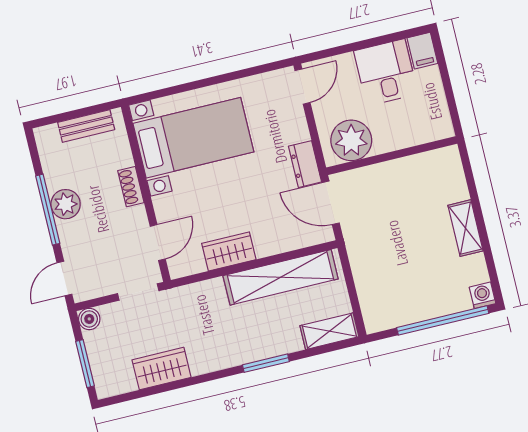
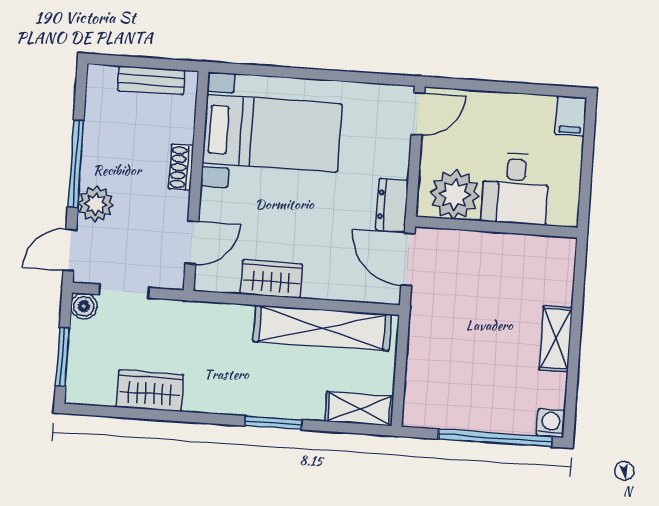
desk: (386, 72) -> (515, 189), moved, turned 180
plant: (66, 204) -> (96, 204), moved
doorway: (138, 292) -> (124, 291), moved

